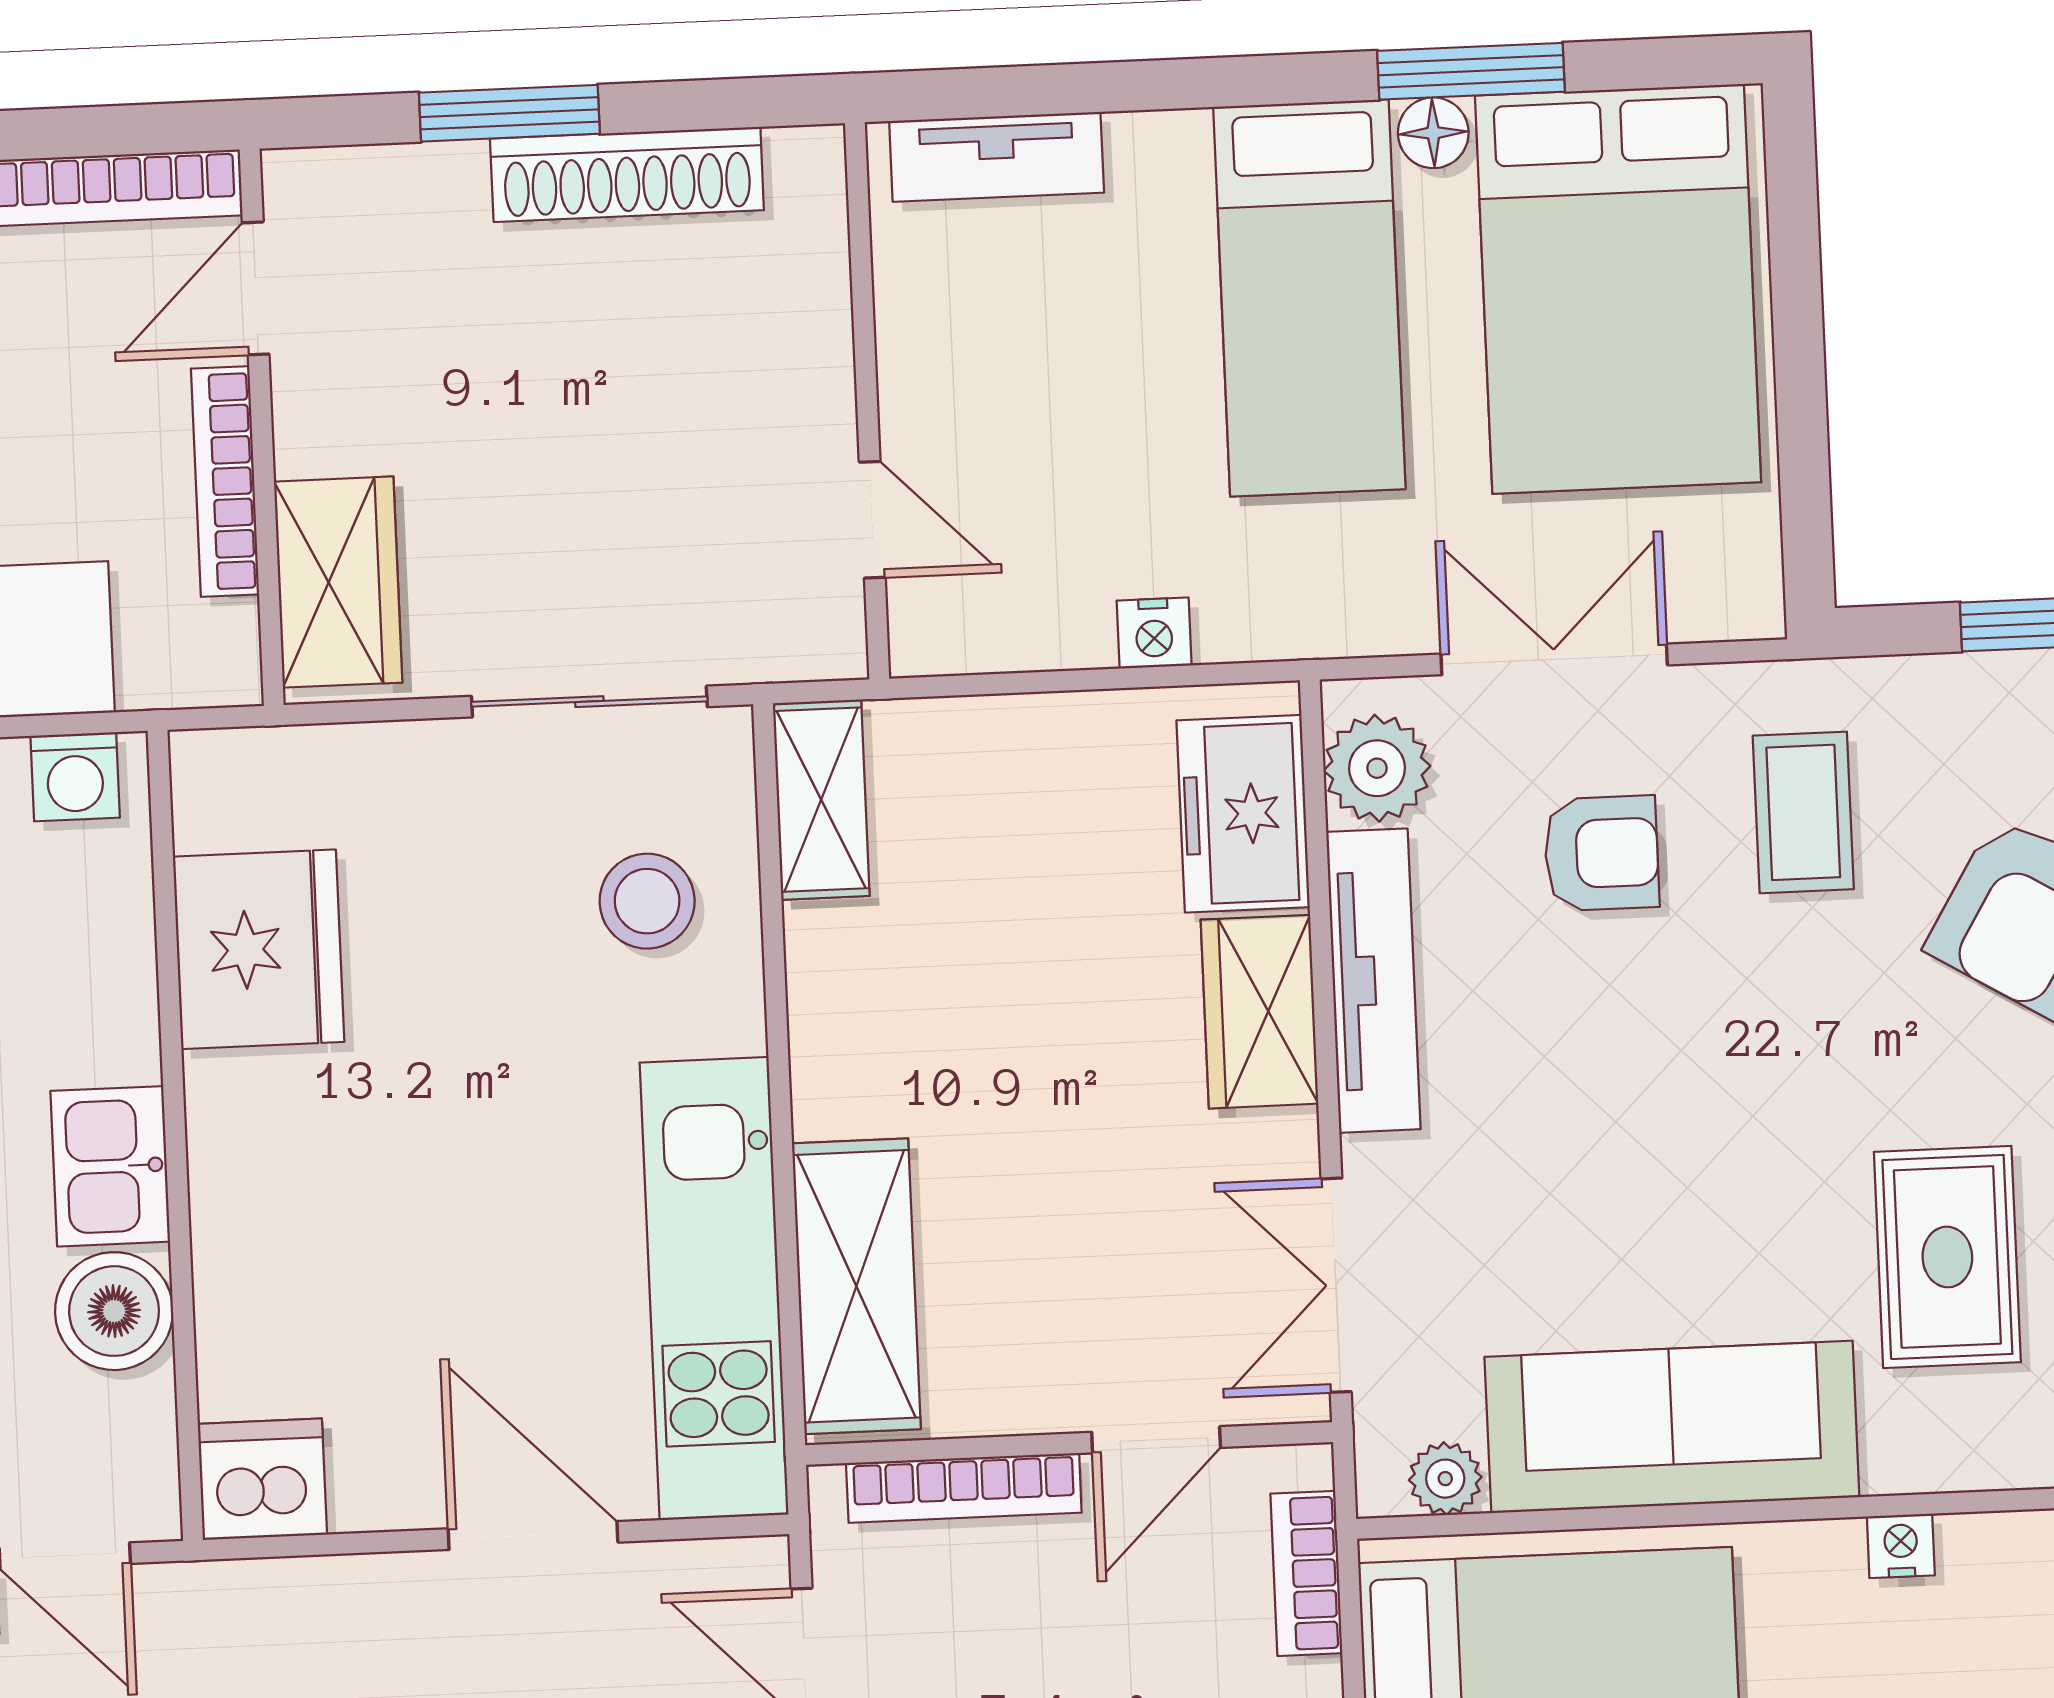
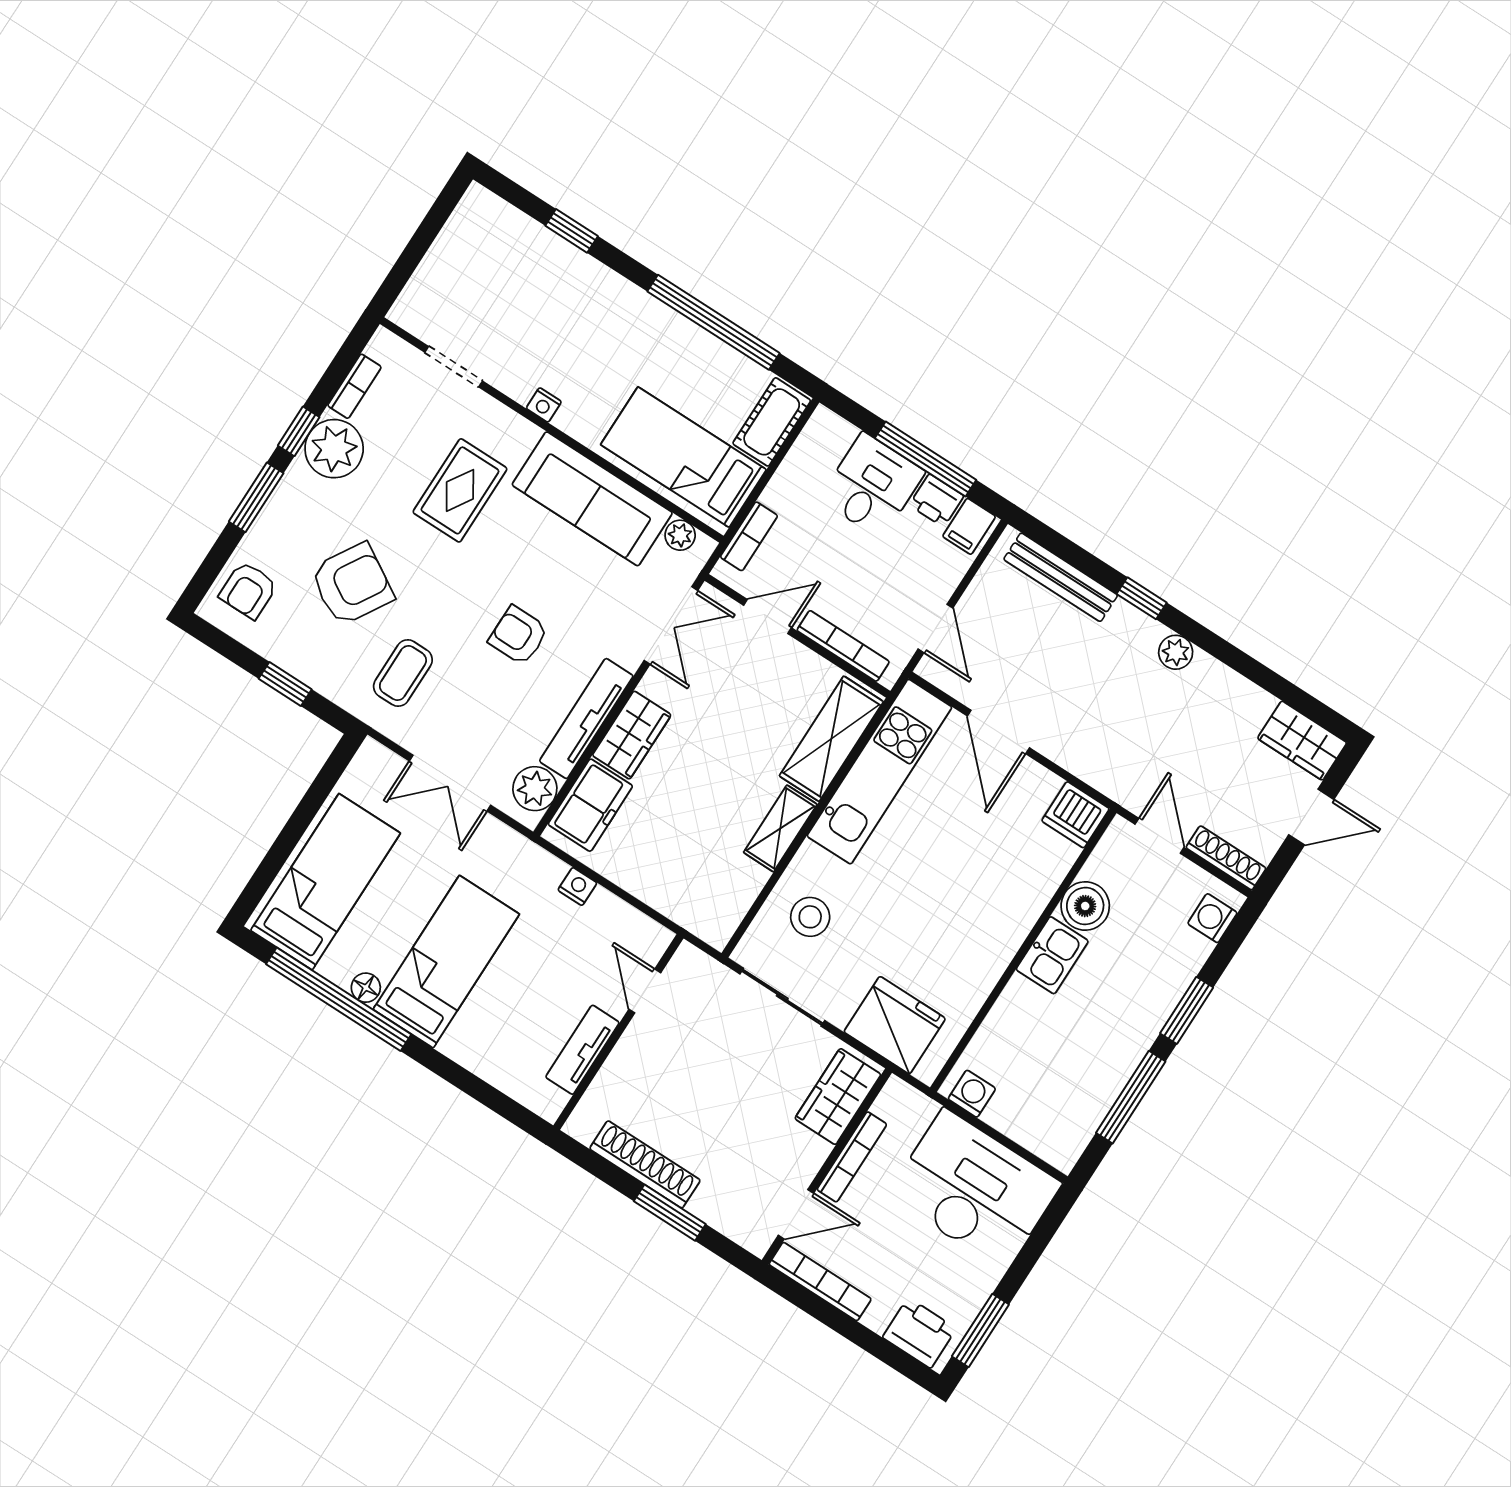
window: (1471, 71) -> (339, 999), width x2.11
tv unit: (997, 157) -> (582, 1050), moved, turned -90
bed: (1618, 289) -> (326, 882), width x0.67
shelving: (821, 800) -> (780, 828), moved
armchair: (1601, 853) -> (518, 635), moved
fridge: (259, 949) -> (895, 1025), moved, turned 90

